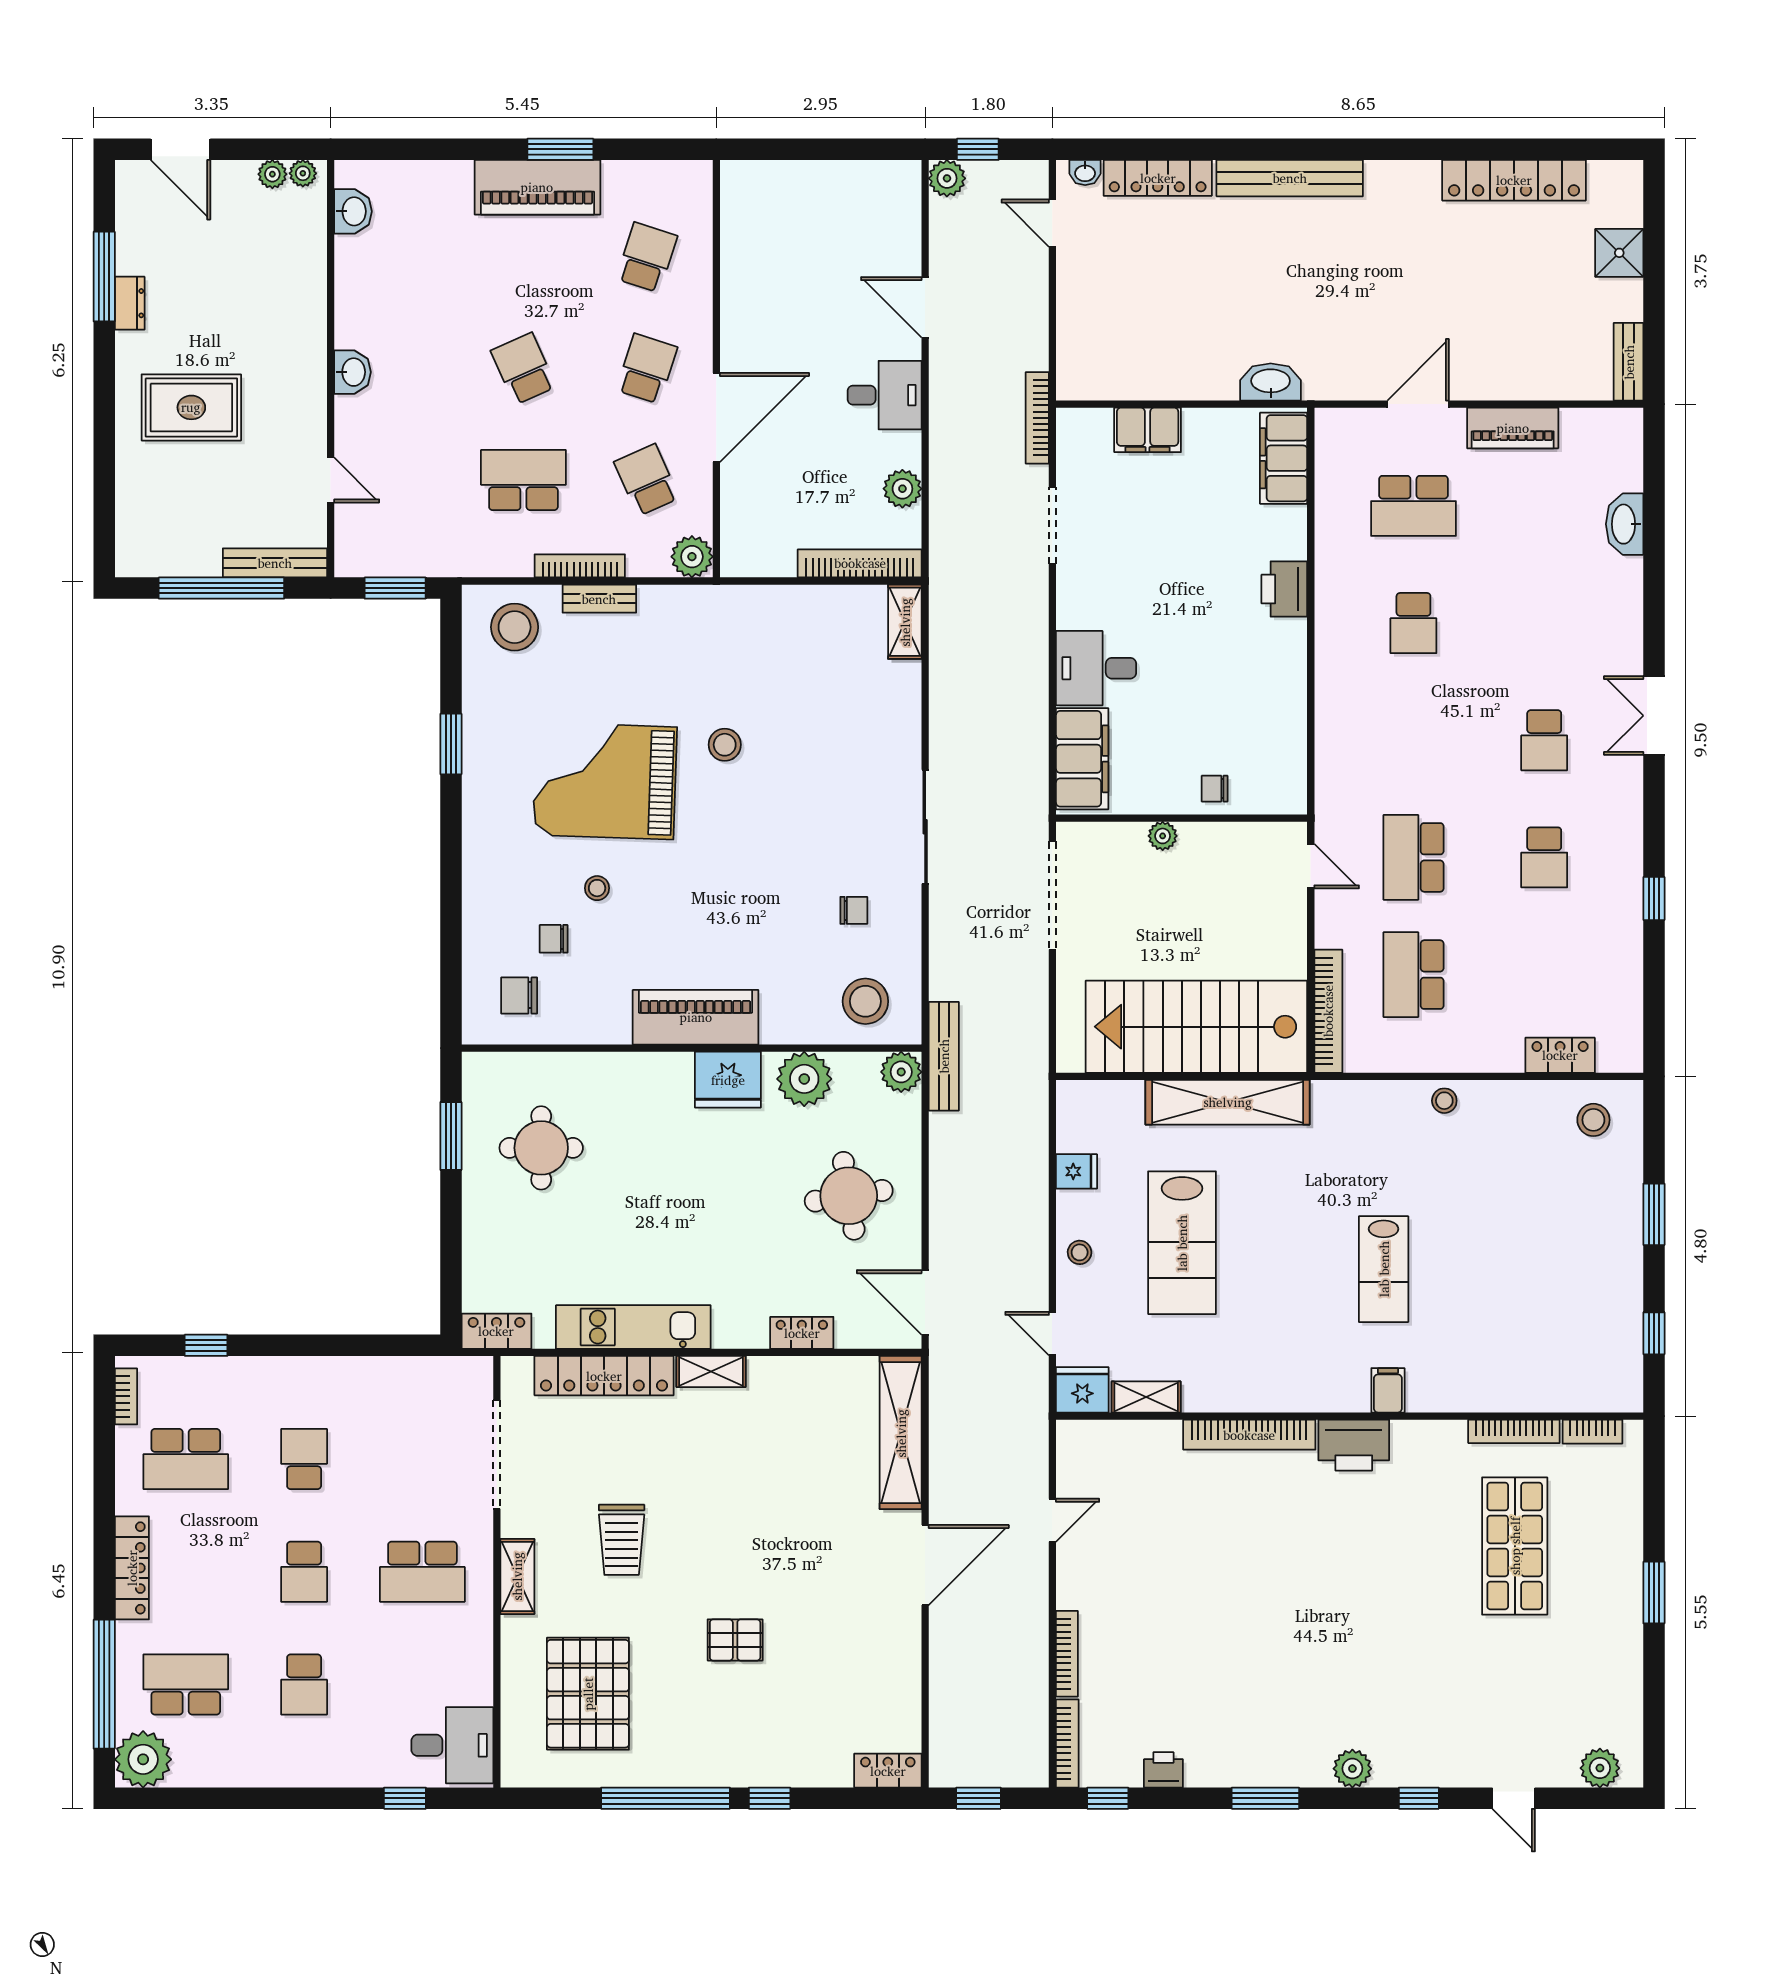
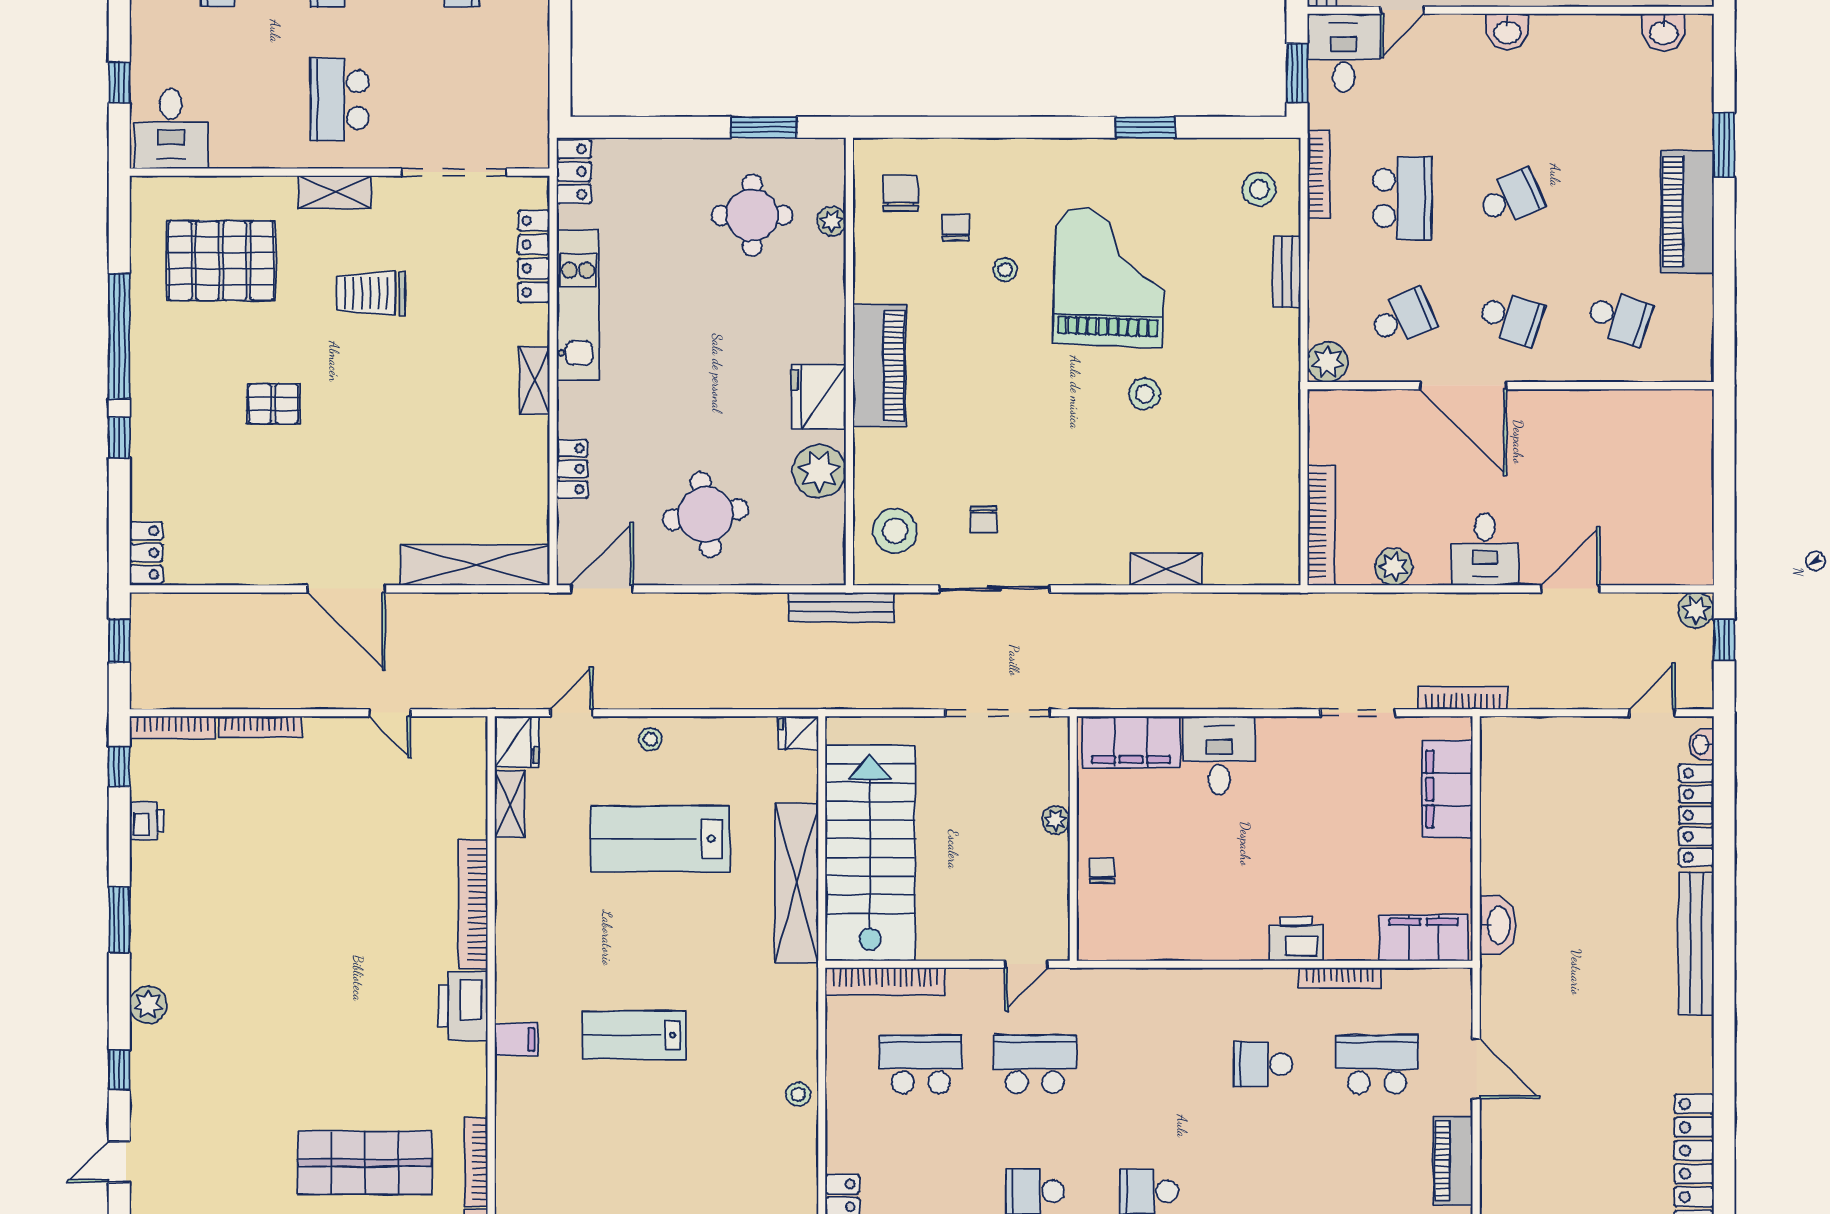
window: (560, 149) -> (1724, 145), moved
filing cabinet: (1148, 430) -> (1447, 789), width x1.50, depth x1.17
school desk: (1413, 506) -> (1377, 1064), turned 90
desk: (374, 540) -> (1344, 53), added
bookcase: (1325, 544) -> (1340, 978), added
bookcase: (580, 566) -> (1319, 175), moved
shelving: (905, 622) -> (1166, 569), moved
stool: (515, 627) -> (1259, 189), width x0.73, depth x0.73
sliding door: (925, 827) -> (994, 589), moved
plant: (901, 1072) -> (832, 221), moved, width x0.73, depth x0.73
fridge: (1077, 1171) -> (798, 733), moved, turned 90
locker: (604, 1376) -> (534, 257), width x0.71, depth x0.83
pallet: (735, 1640) -> (273, 404), turned 90

